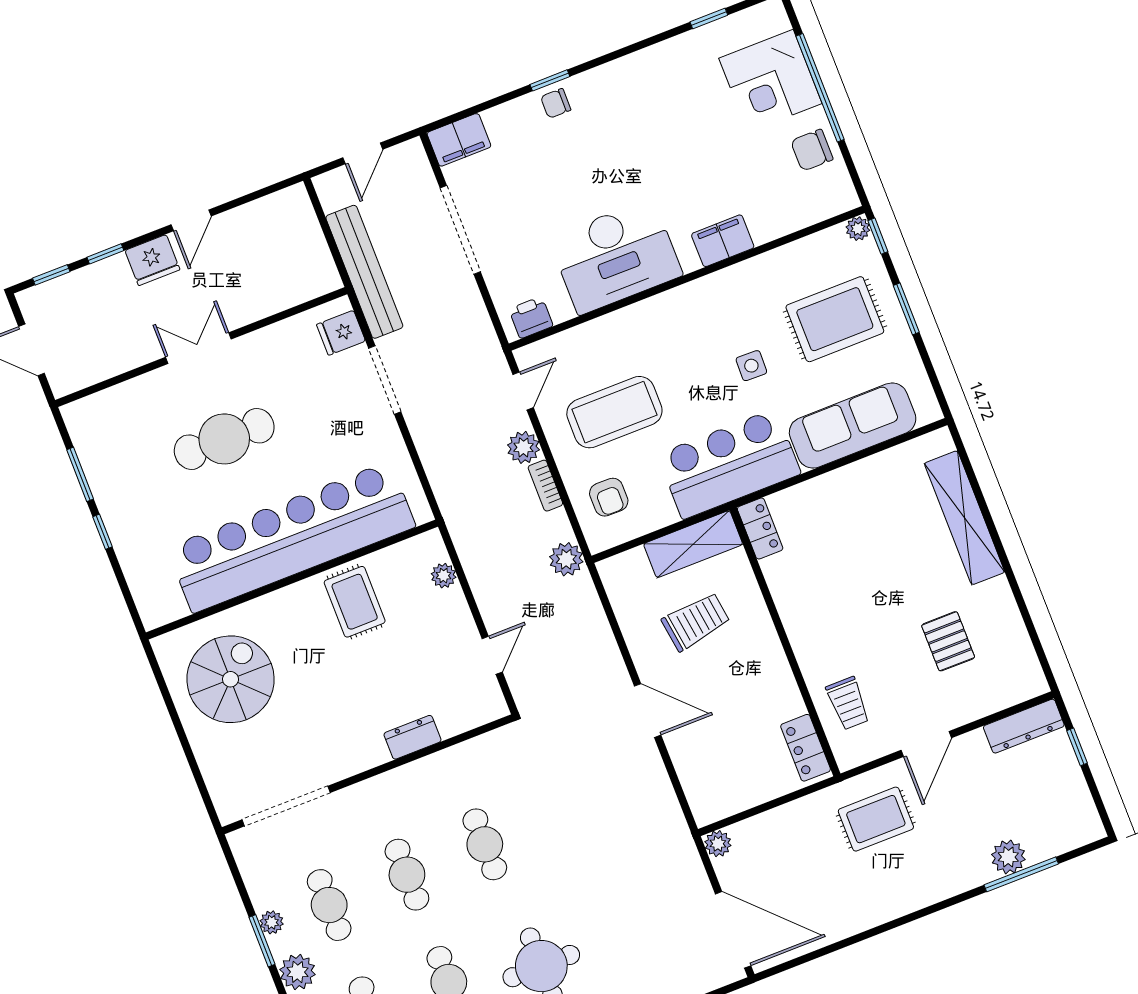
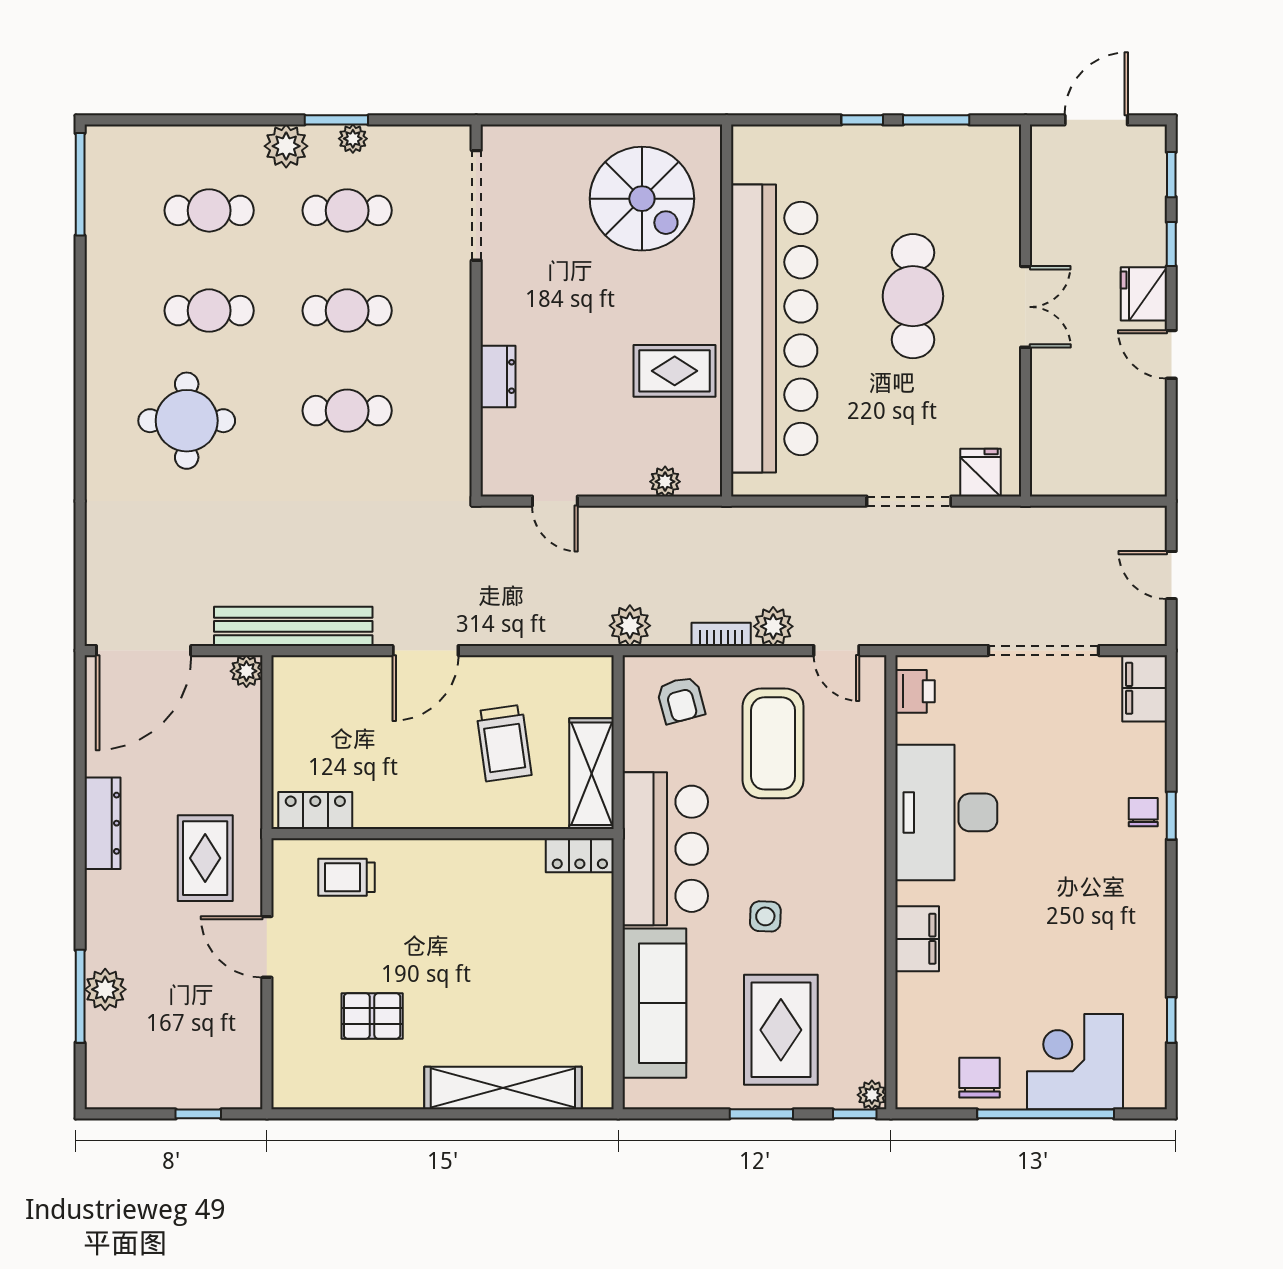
bench: (364, 272) -> (293, 626), moved
armchair: (609, 497) -> (681, 700), turned -105
dresser: (1024, 726) -> (103, 823), moved, turned 180

